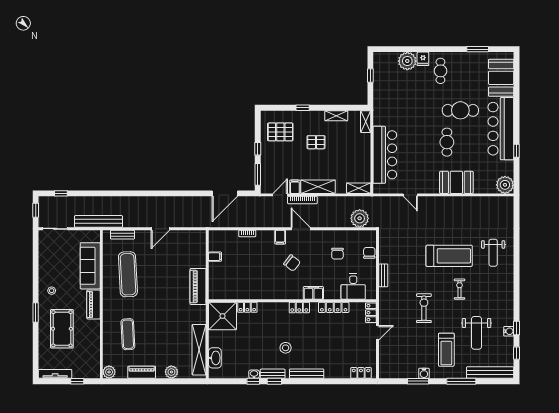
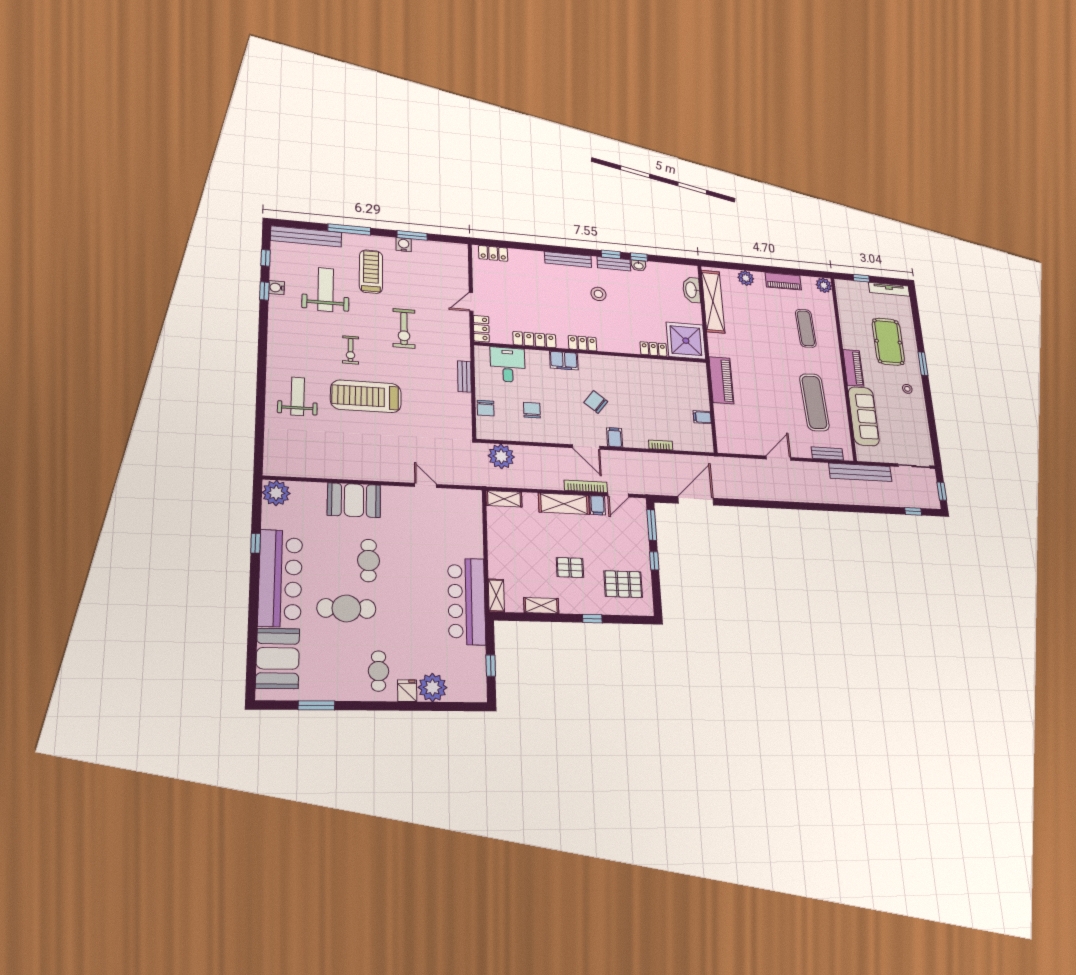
bar counter: (385, 155) -> (467, 601), moved

